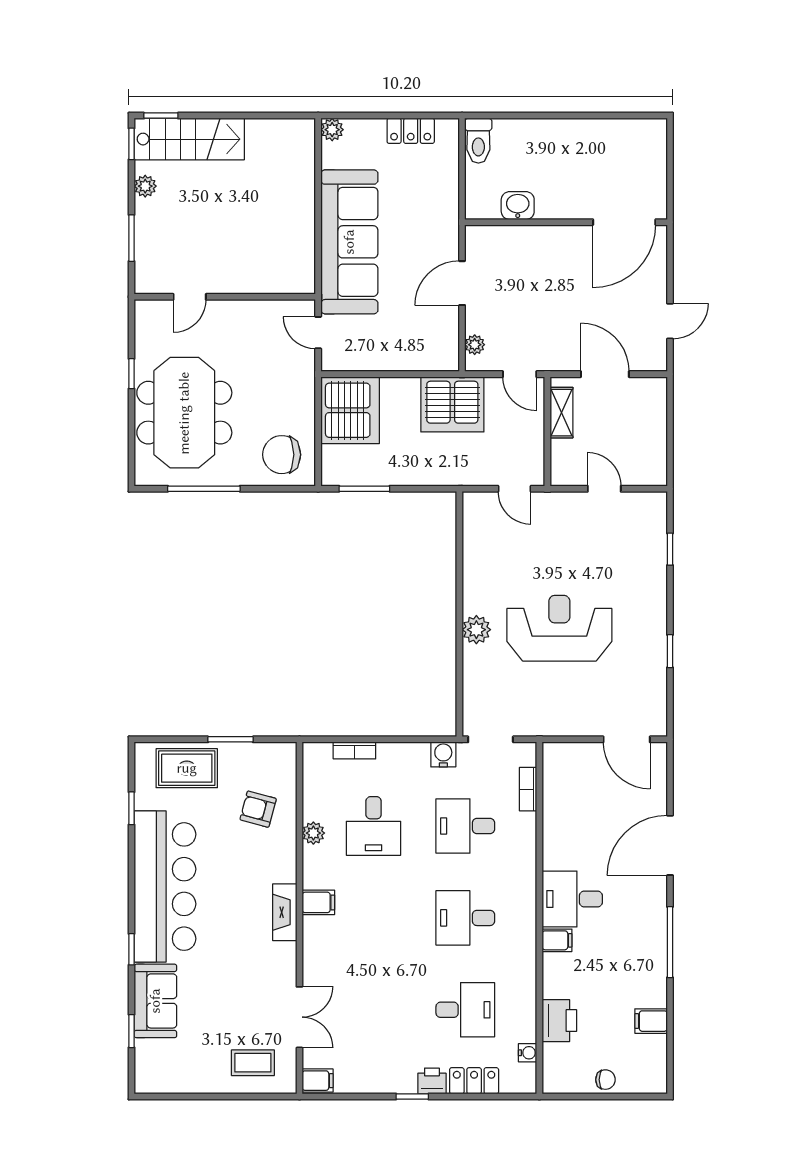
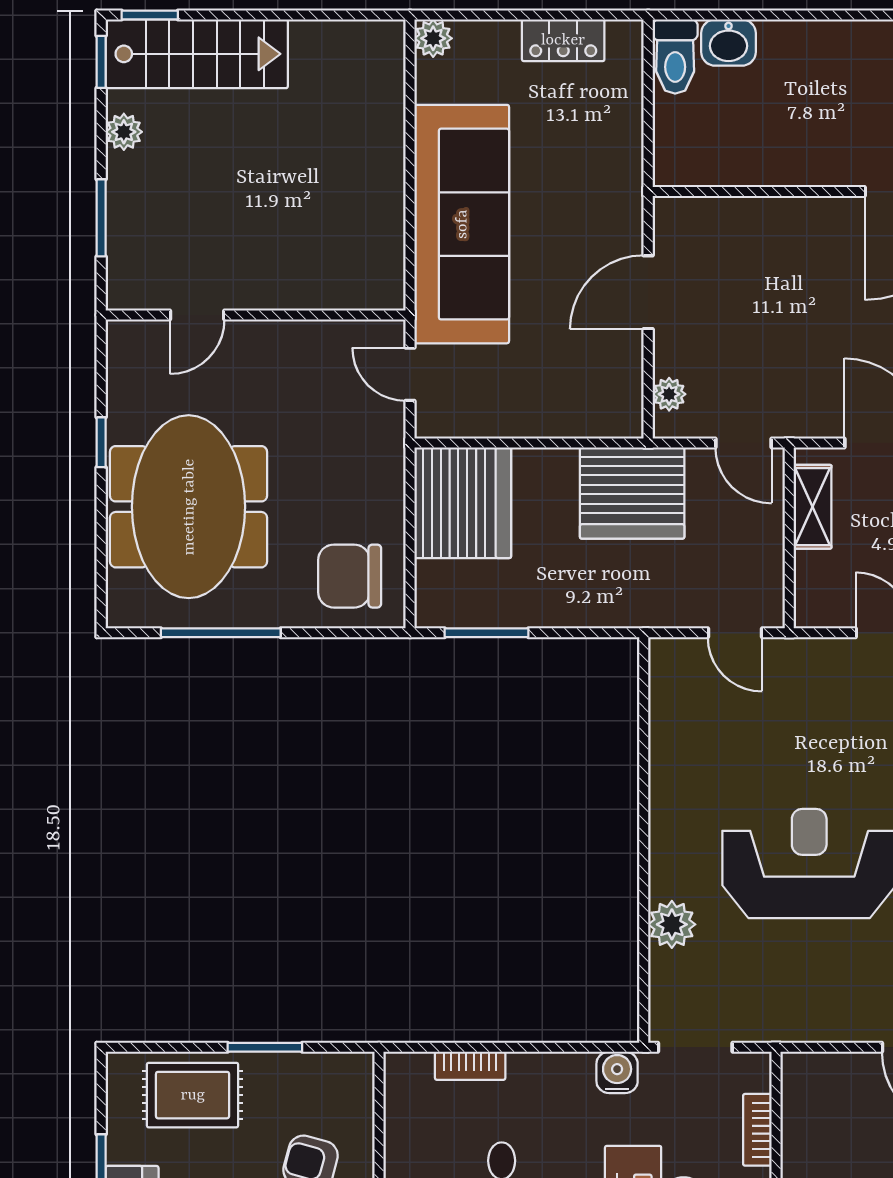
washbasin: (518, 206) -> (728, 43), moved, turned 180
plant: (476, 630) -> (672, 924), moved

